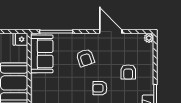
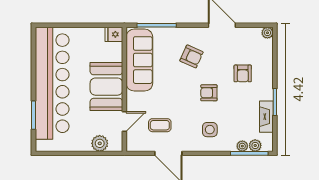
sofa: (42, 54) -> (139, 60), width x1.36
armchair: (85, 58) -> (191, 56), turned -47

